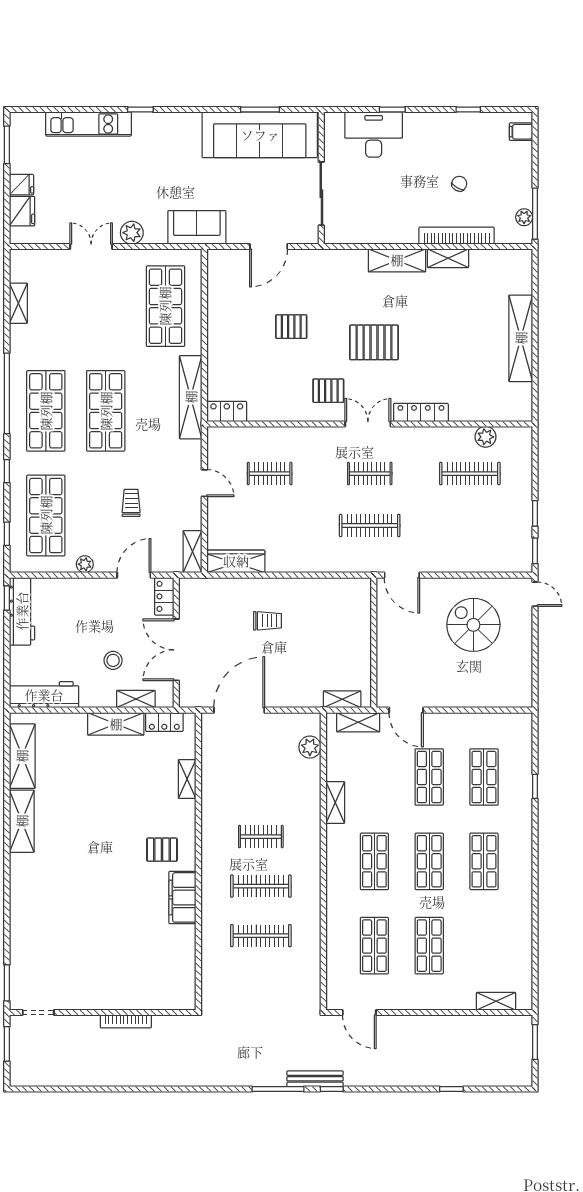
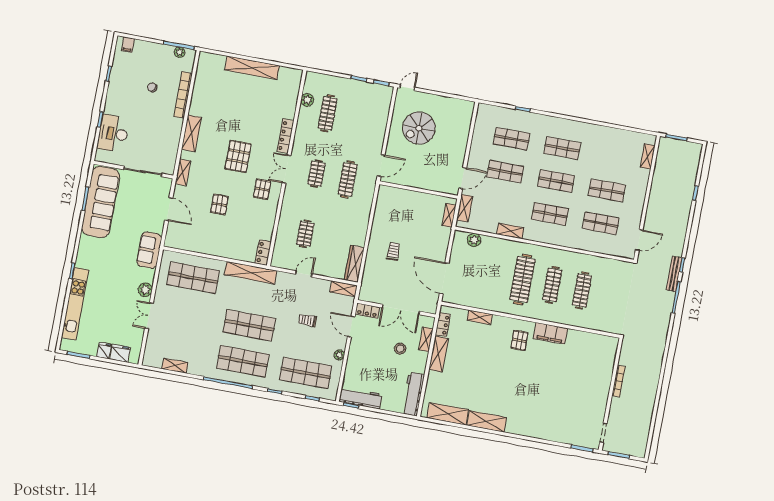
kitchen unit: (89, 124) -> (75, 304), width x1.36
shelving: (448, 258) -> (183, 172), moved
clothes rail: (261, 837) -> (522, 279), width x1.86, depth x1.31

